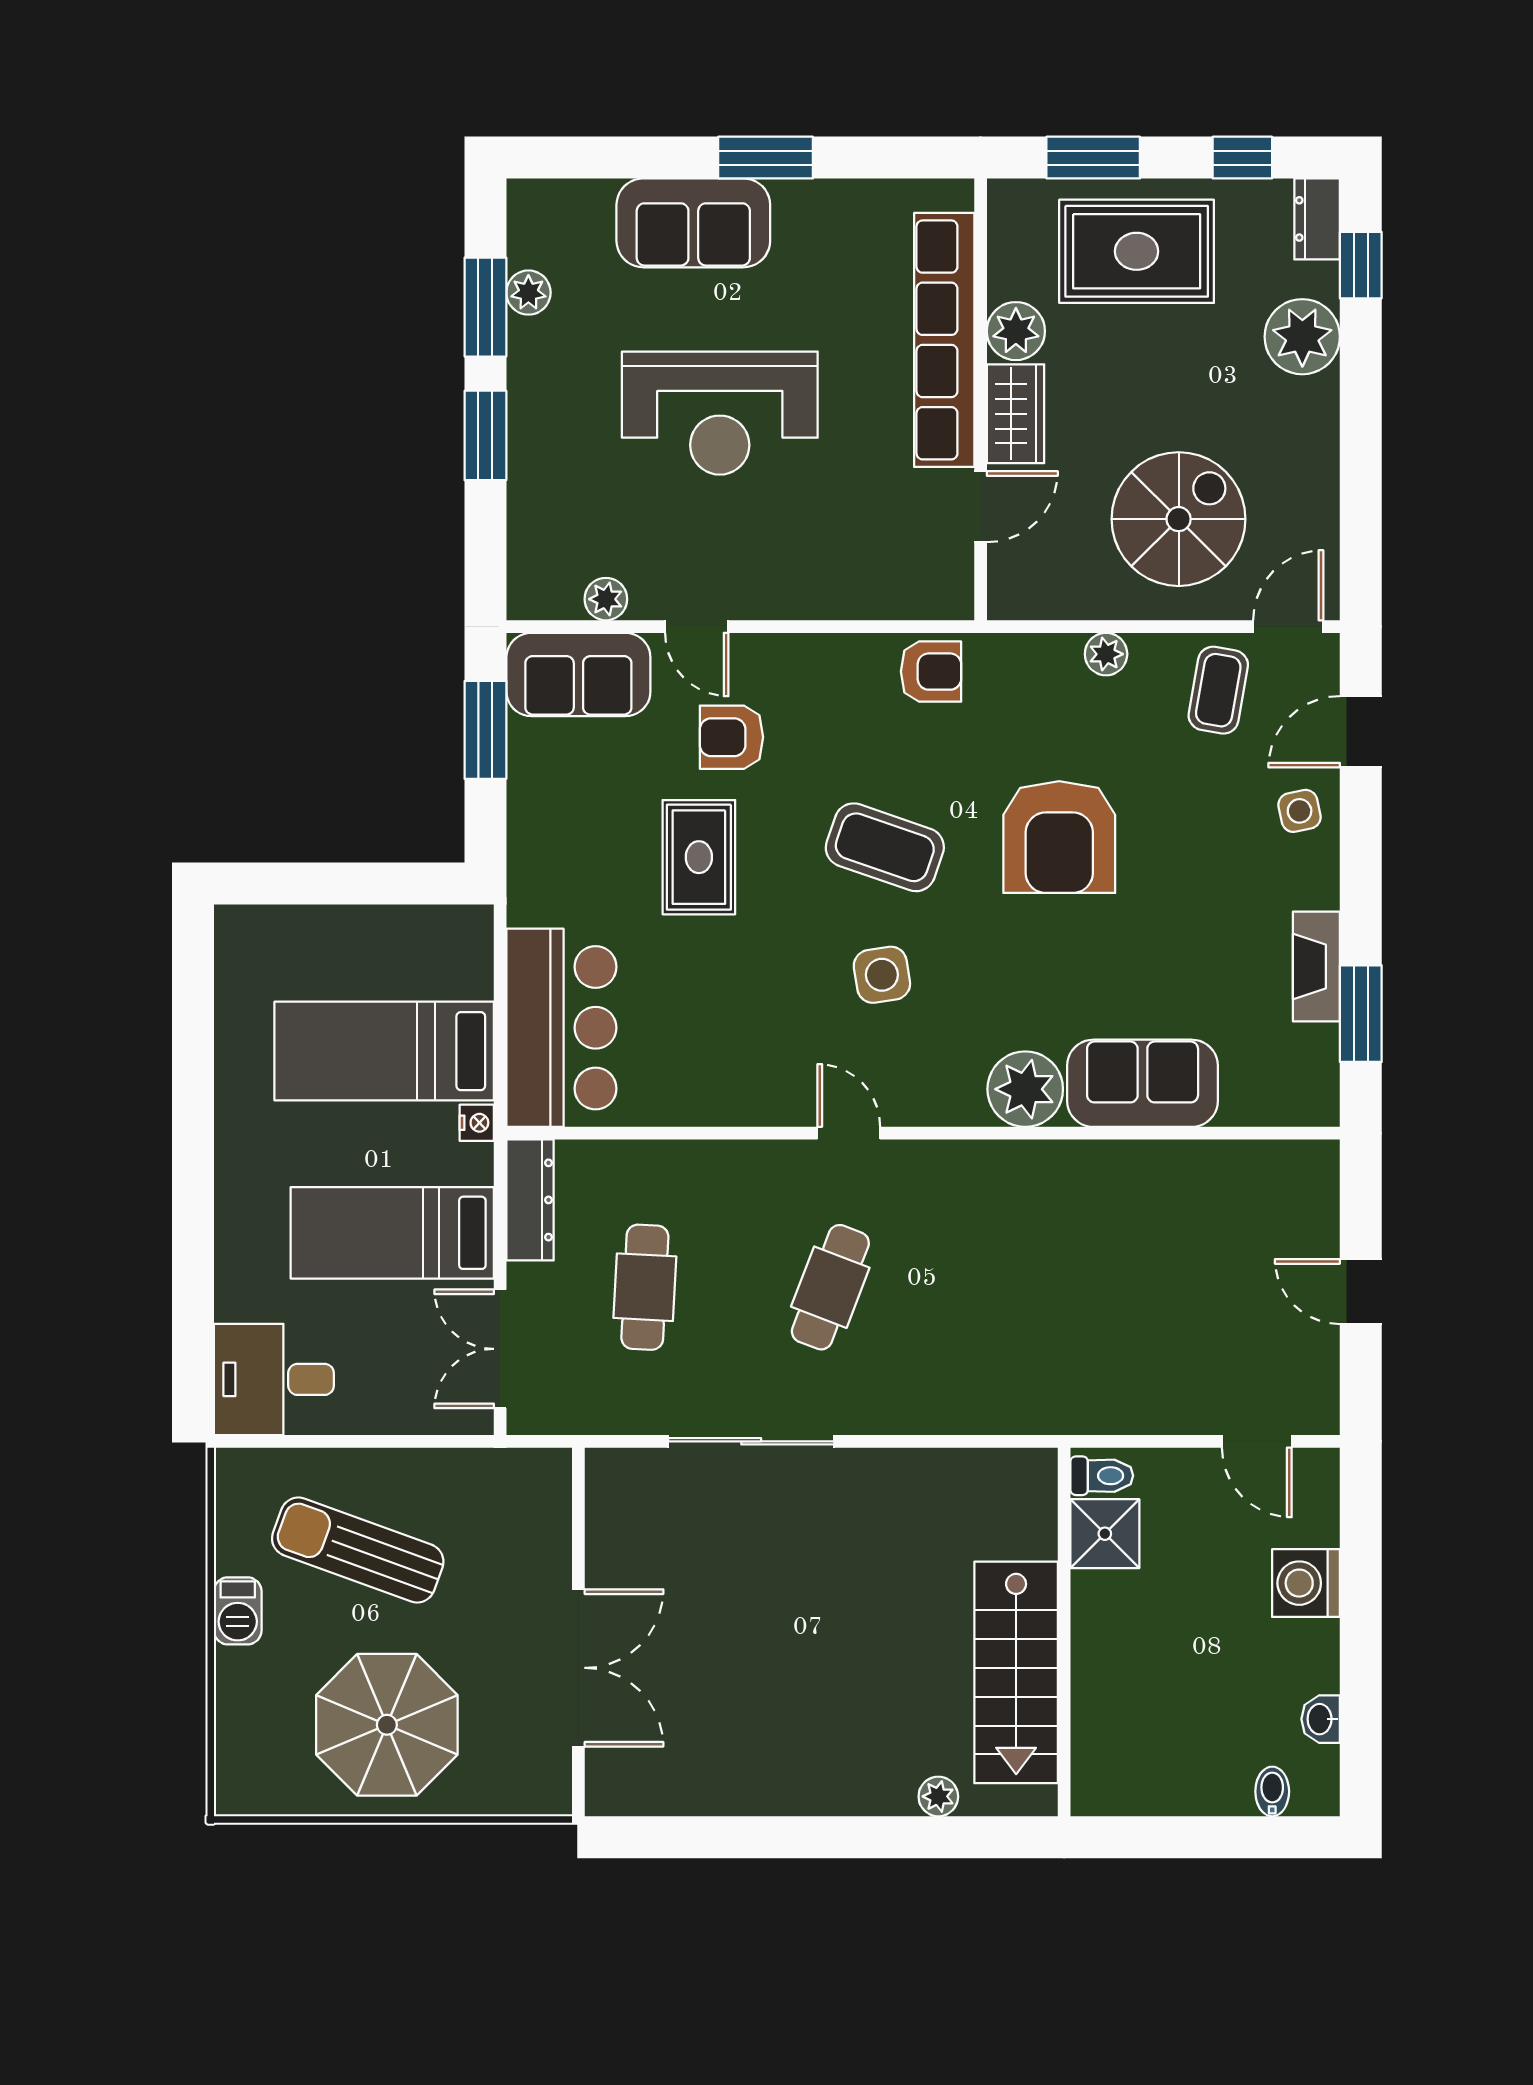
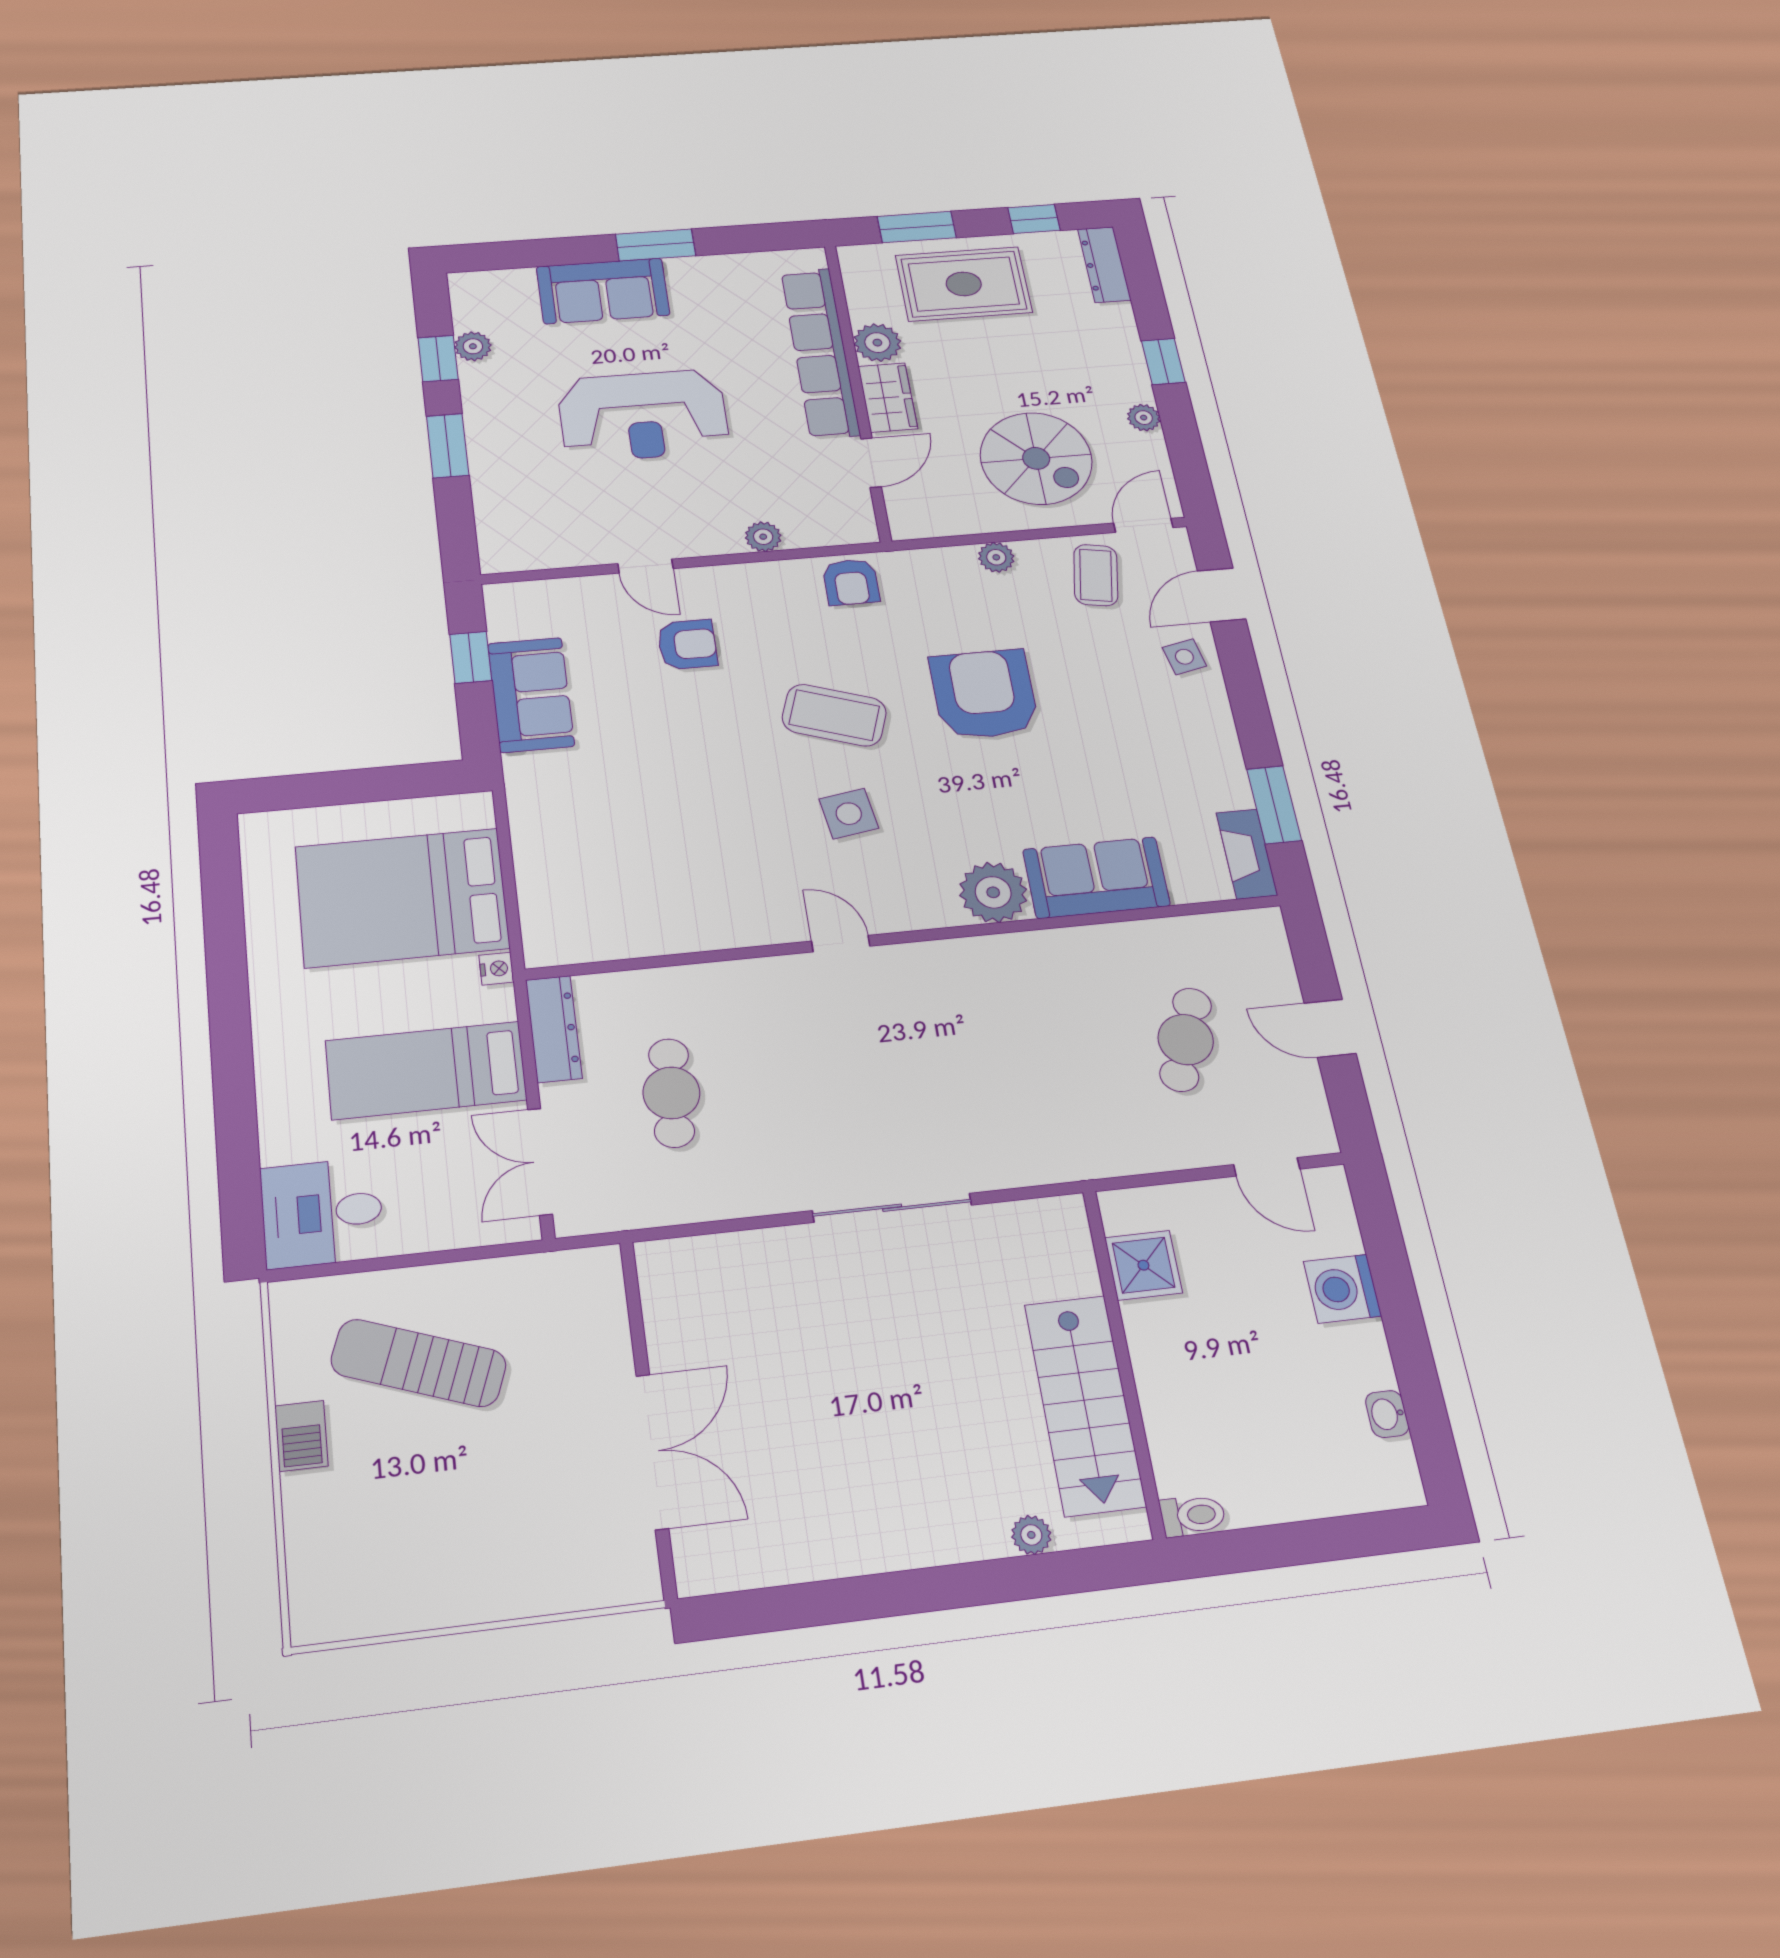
dresser: (1317, 219) -> (1104, 265), width x1.44
window: (1361, 265) -> (1163, 361), moved
window: (485, 307) -> (438, 359), width x0.67
plant: (1302, 337) -> (1144, 418), moved, width x0.53, depth x0.53
spiral stairs: (1179, 519) -> (1036, 458), turned 90
plant: (606, 599) -> (763, 537), moved
armchair: (931, 672) -> (851, 582), turned 90
sofa: (578, 674) -> (531, 695), moved, turned -90
window: (485, 730) -> (471, 657), width x0.67
armchair: (731, 737) -> (687, 644), turned 180
armchair: (1059, 837) -> (984, 694), turned 180
rug: (699, 857) -> (672, 737), removed
fireplace: (1316, 966) -> (1247, 854), moved
bar counter: (561, 1028) -> (566, 883), removed
bed: (384, 1051) -> (402, 897), width x1.50
cafe table: (830, 1287) -> (1186, 1040), moved
sliding door: (751, 1441) -> (892, 1208), moved
toilet: (1102, 1476) -> (1193, 1515), moved
parasol: (387, 1725) -> (464, 1531), removed
bidet: (1272, 1791) -> (1357, 1489), removed

